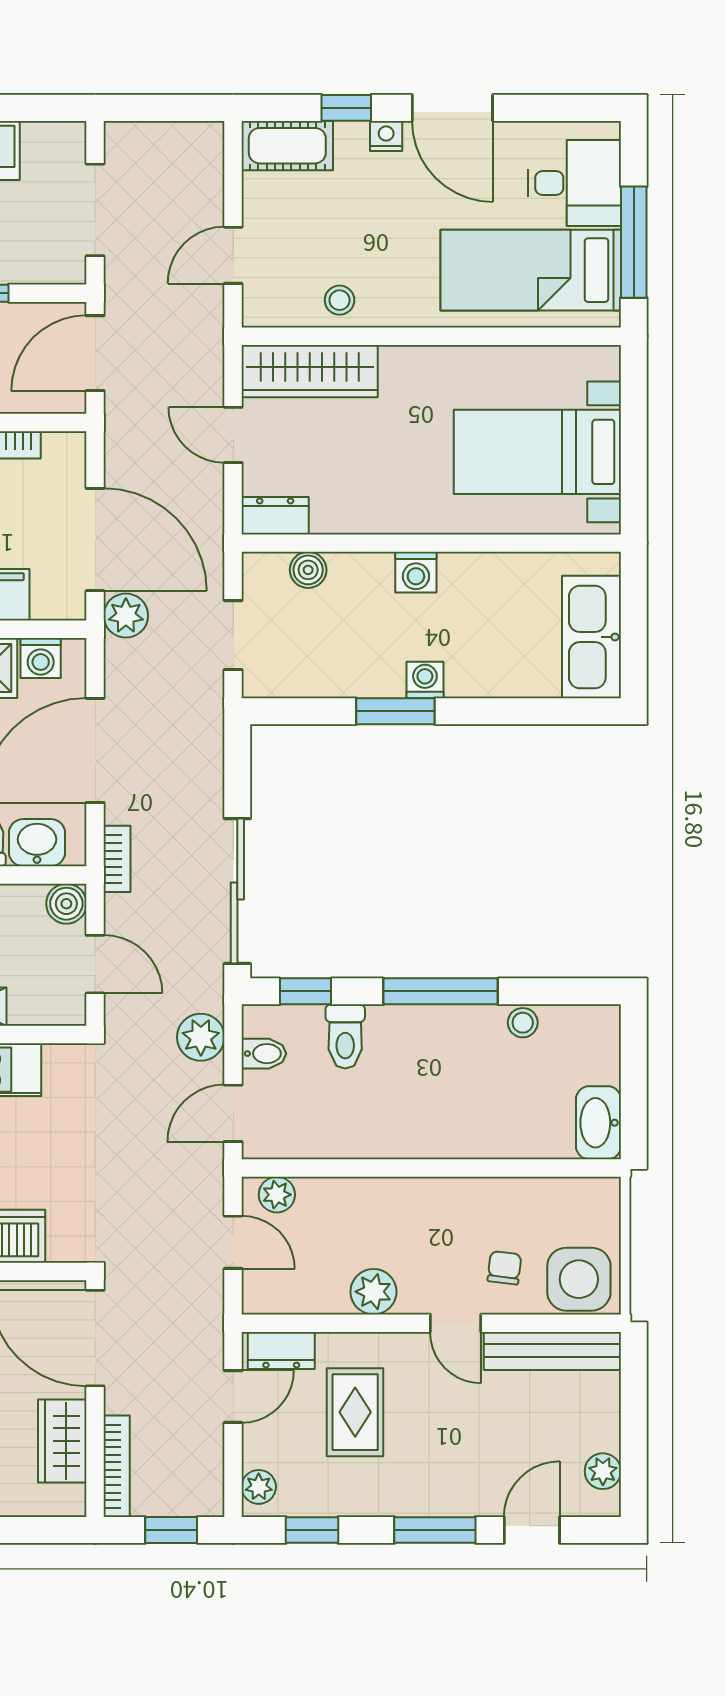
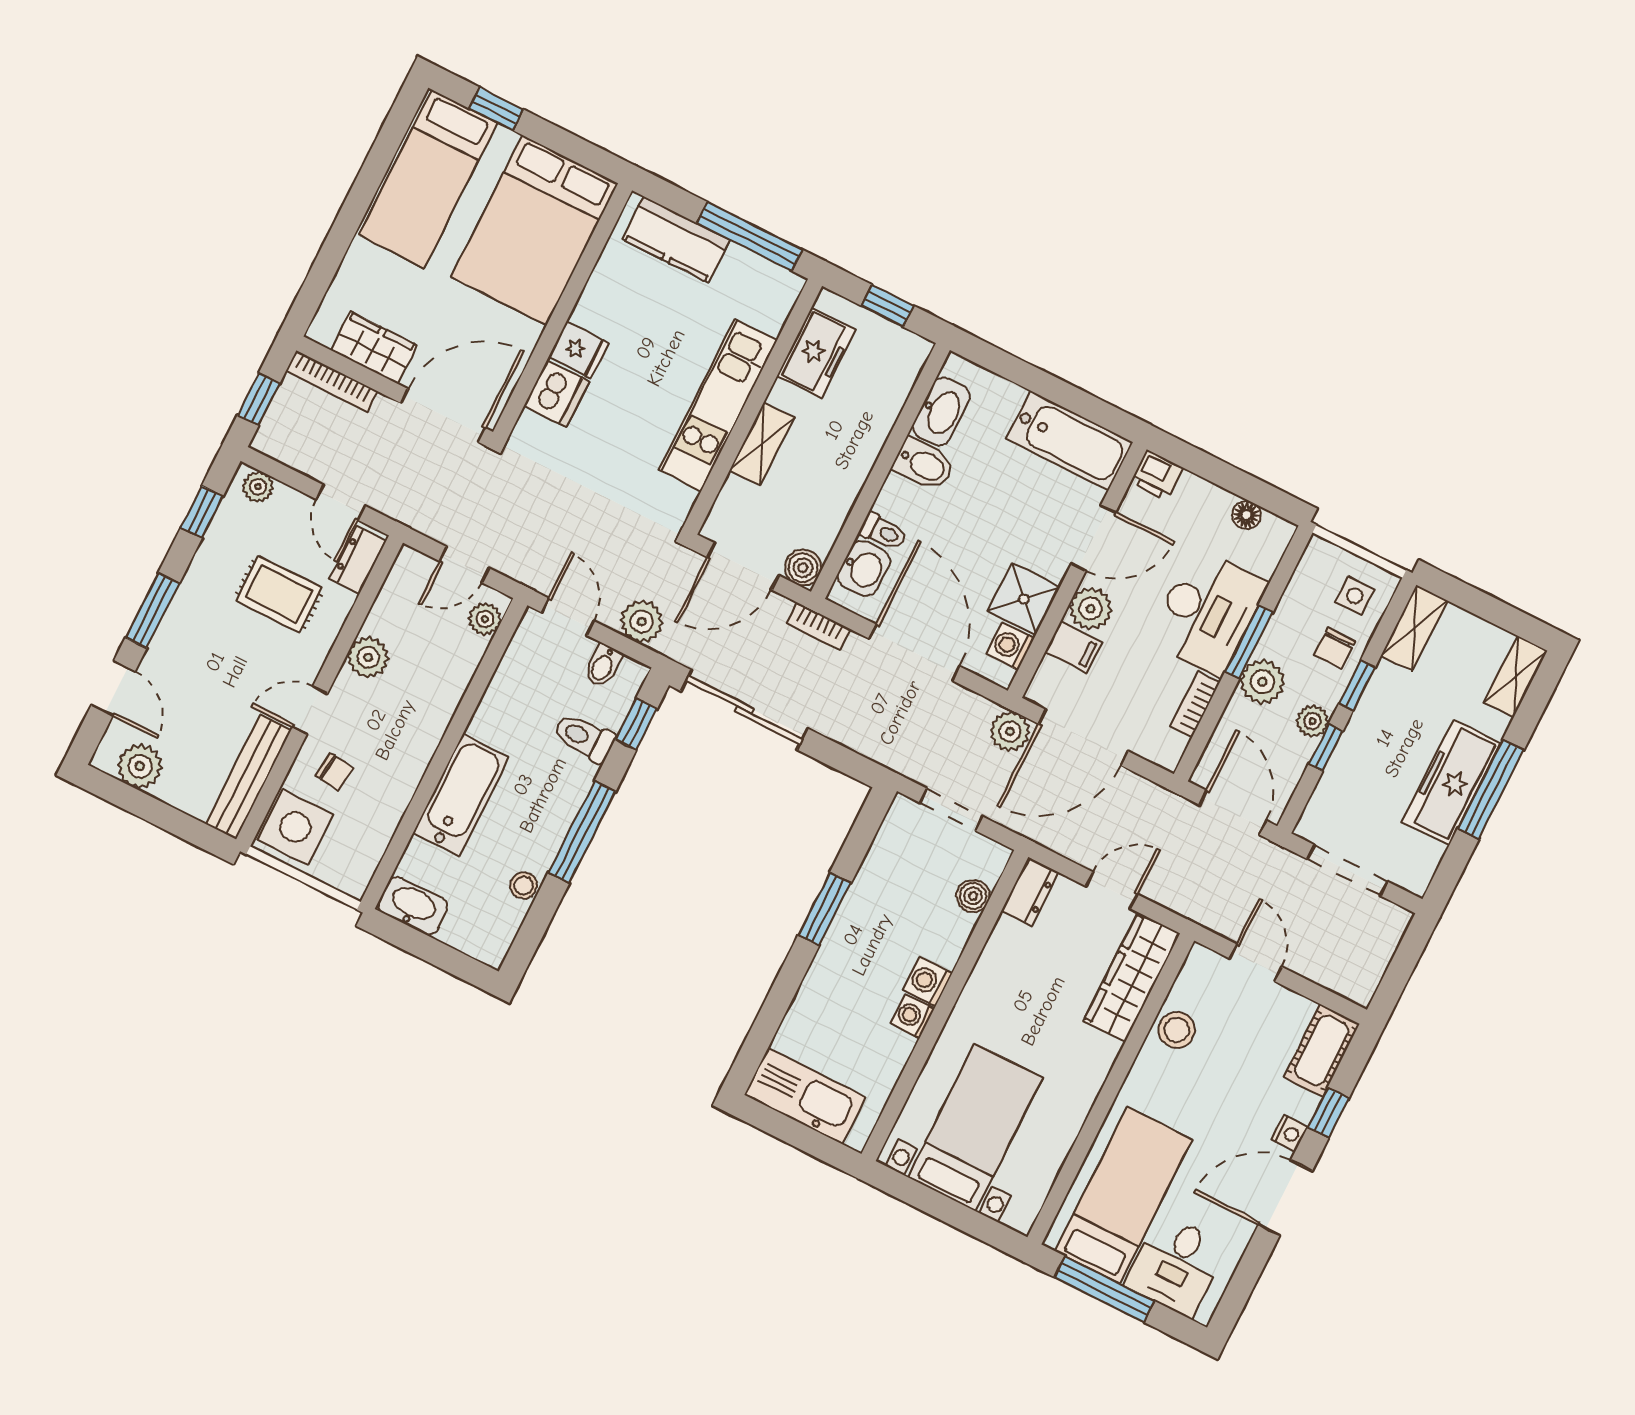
stool: (340, 300) -> (1177, 1030), width x1.37, depth x1.37
washing machine: (425, 680) -> (912, 1016), moved, turned 180
door: (95, 964) -> (743, 566), width x1.38
bathtub: (464, 1130) -> (461, 795), added
plant: (603, 1471) -> (140, 766), width x1.38, depth x1.38

